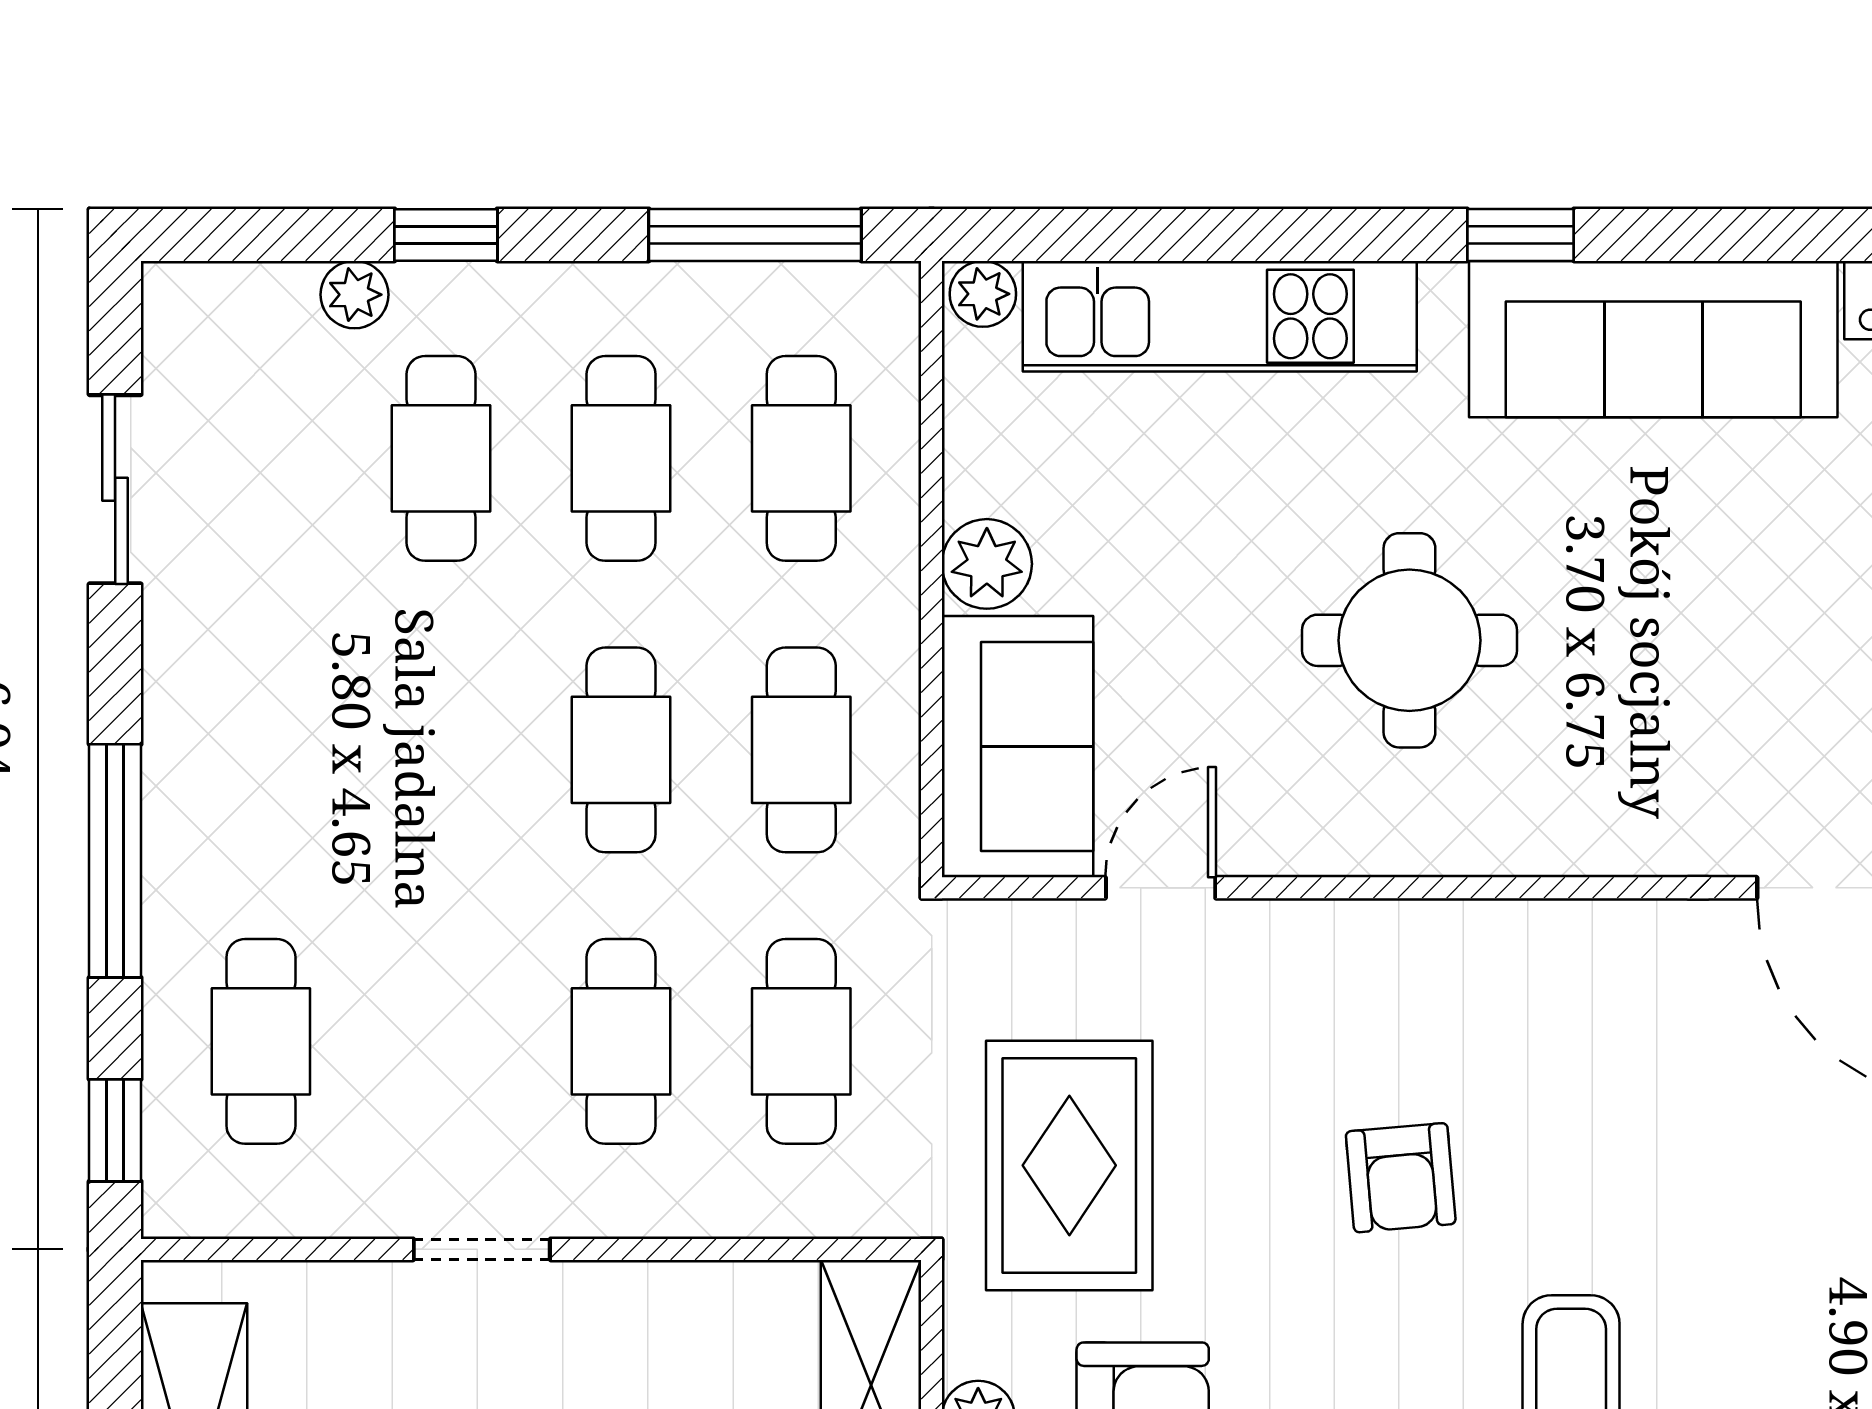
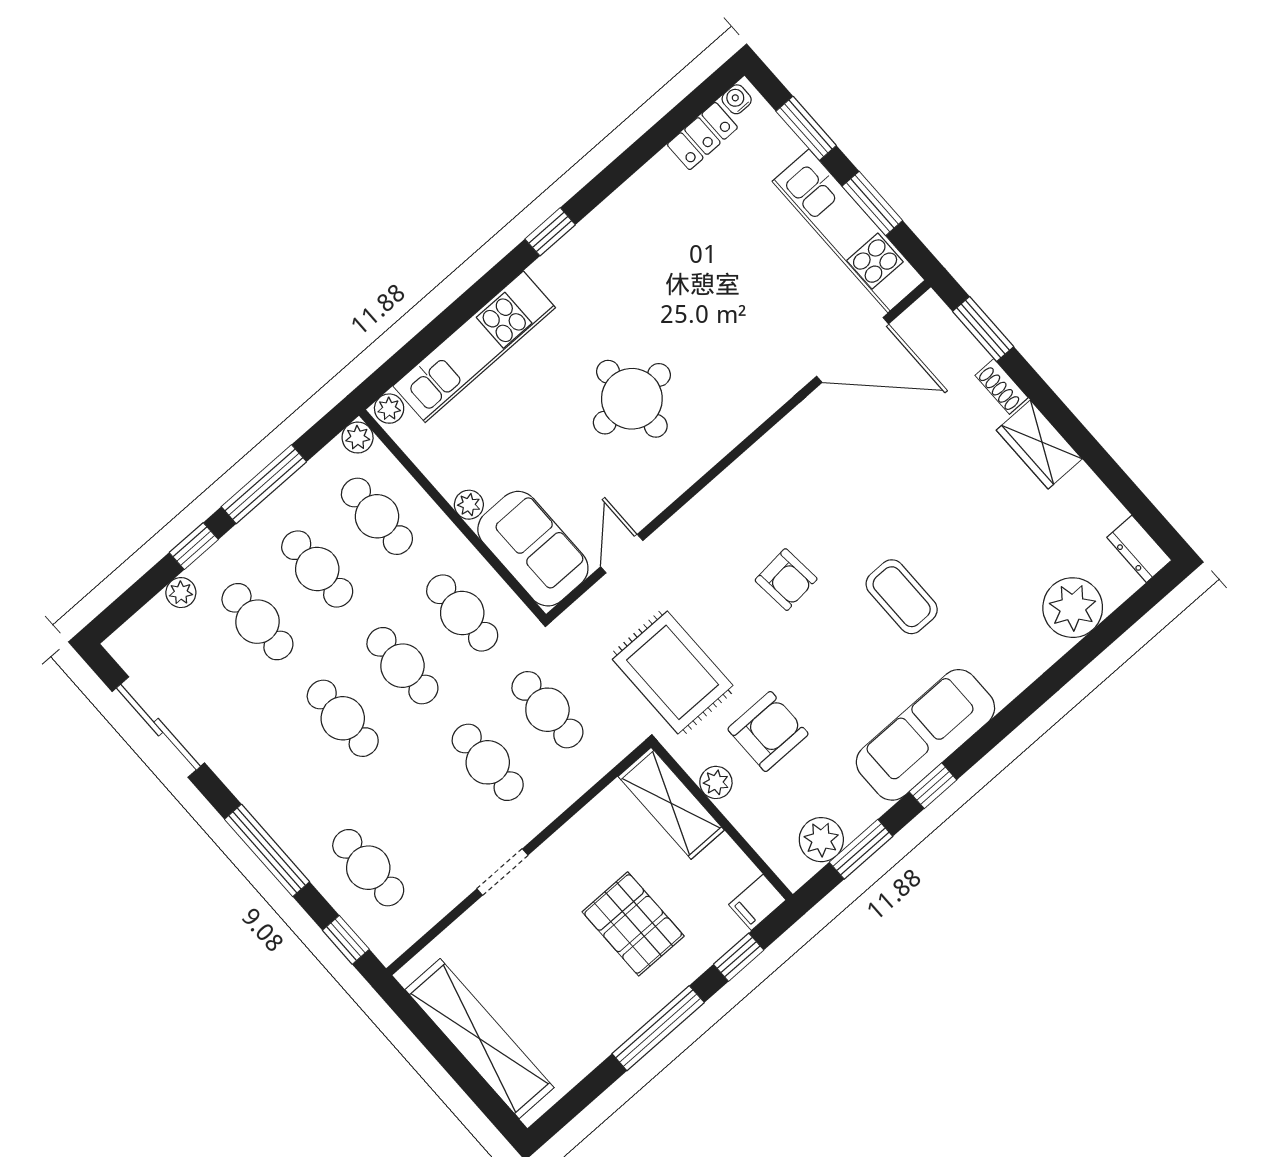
window: (755, 235) -> (264, 484), moved
plant: (886, 296) -> (358, 438), added
sofa: (1653, 339) -> (625, 228), removed
sliding door: (115, 489) -> (158, 727), width x1.37
plant: (987, 564) -> (469, 505), width x0.73, depth x0.73
cafe table: (441, 750) -> (343, 718), added

